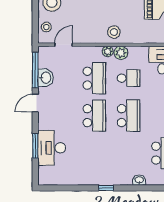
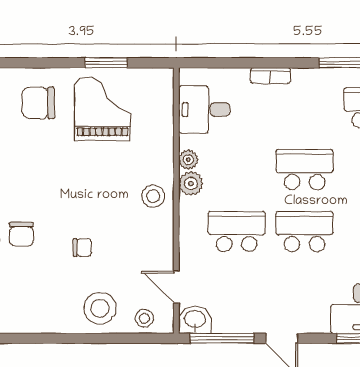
plant: (108, 51) -> (188, 160), moved
washbasin: (46, 78) -> (195, 320), moved
school desk: (129, 78) -> (237, 170), removed

